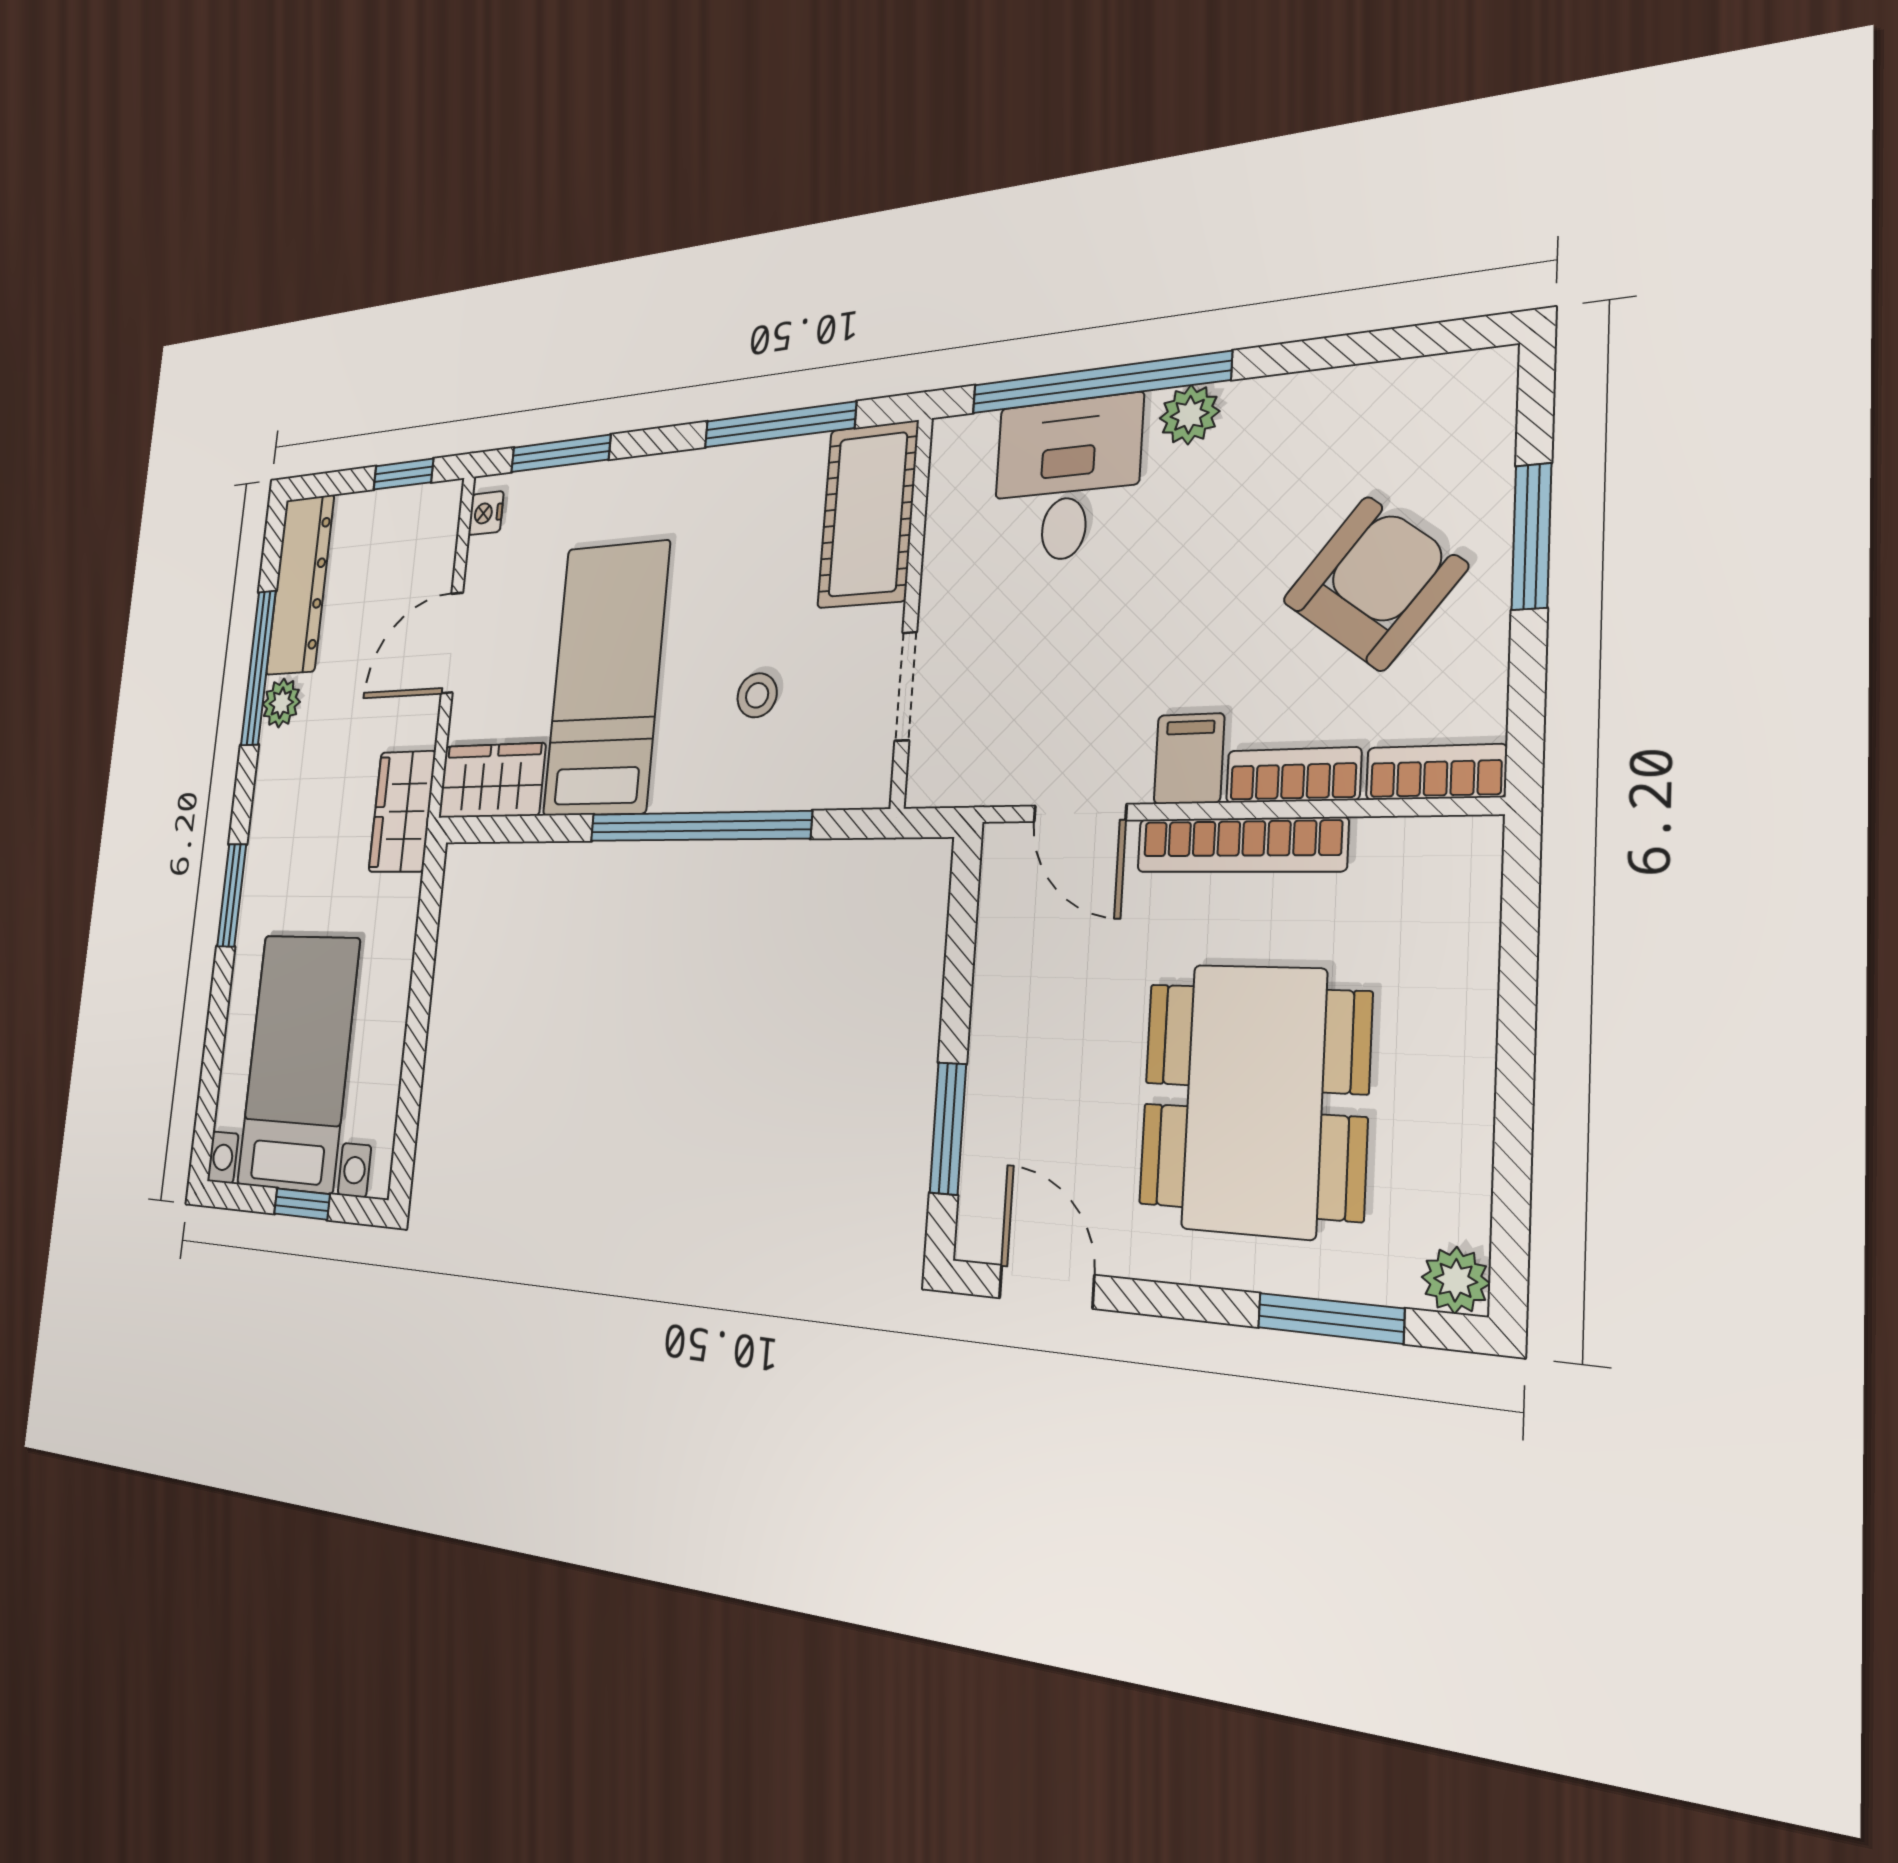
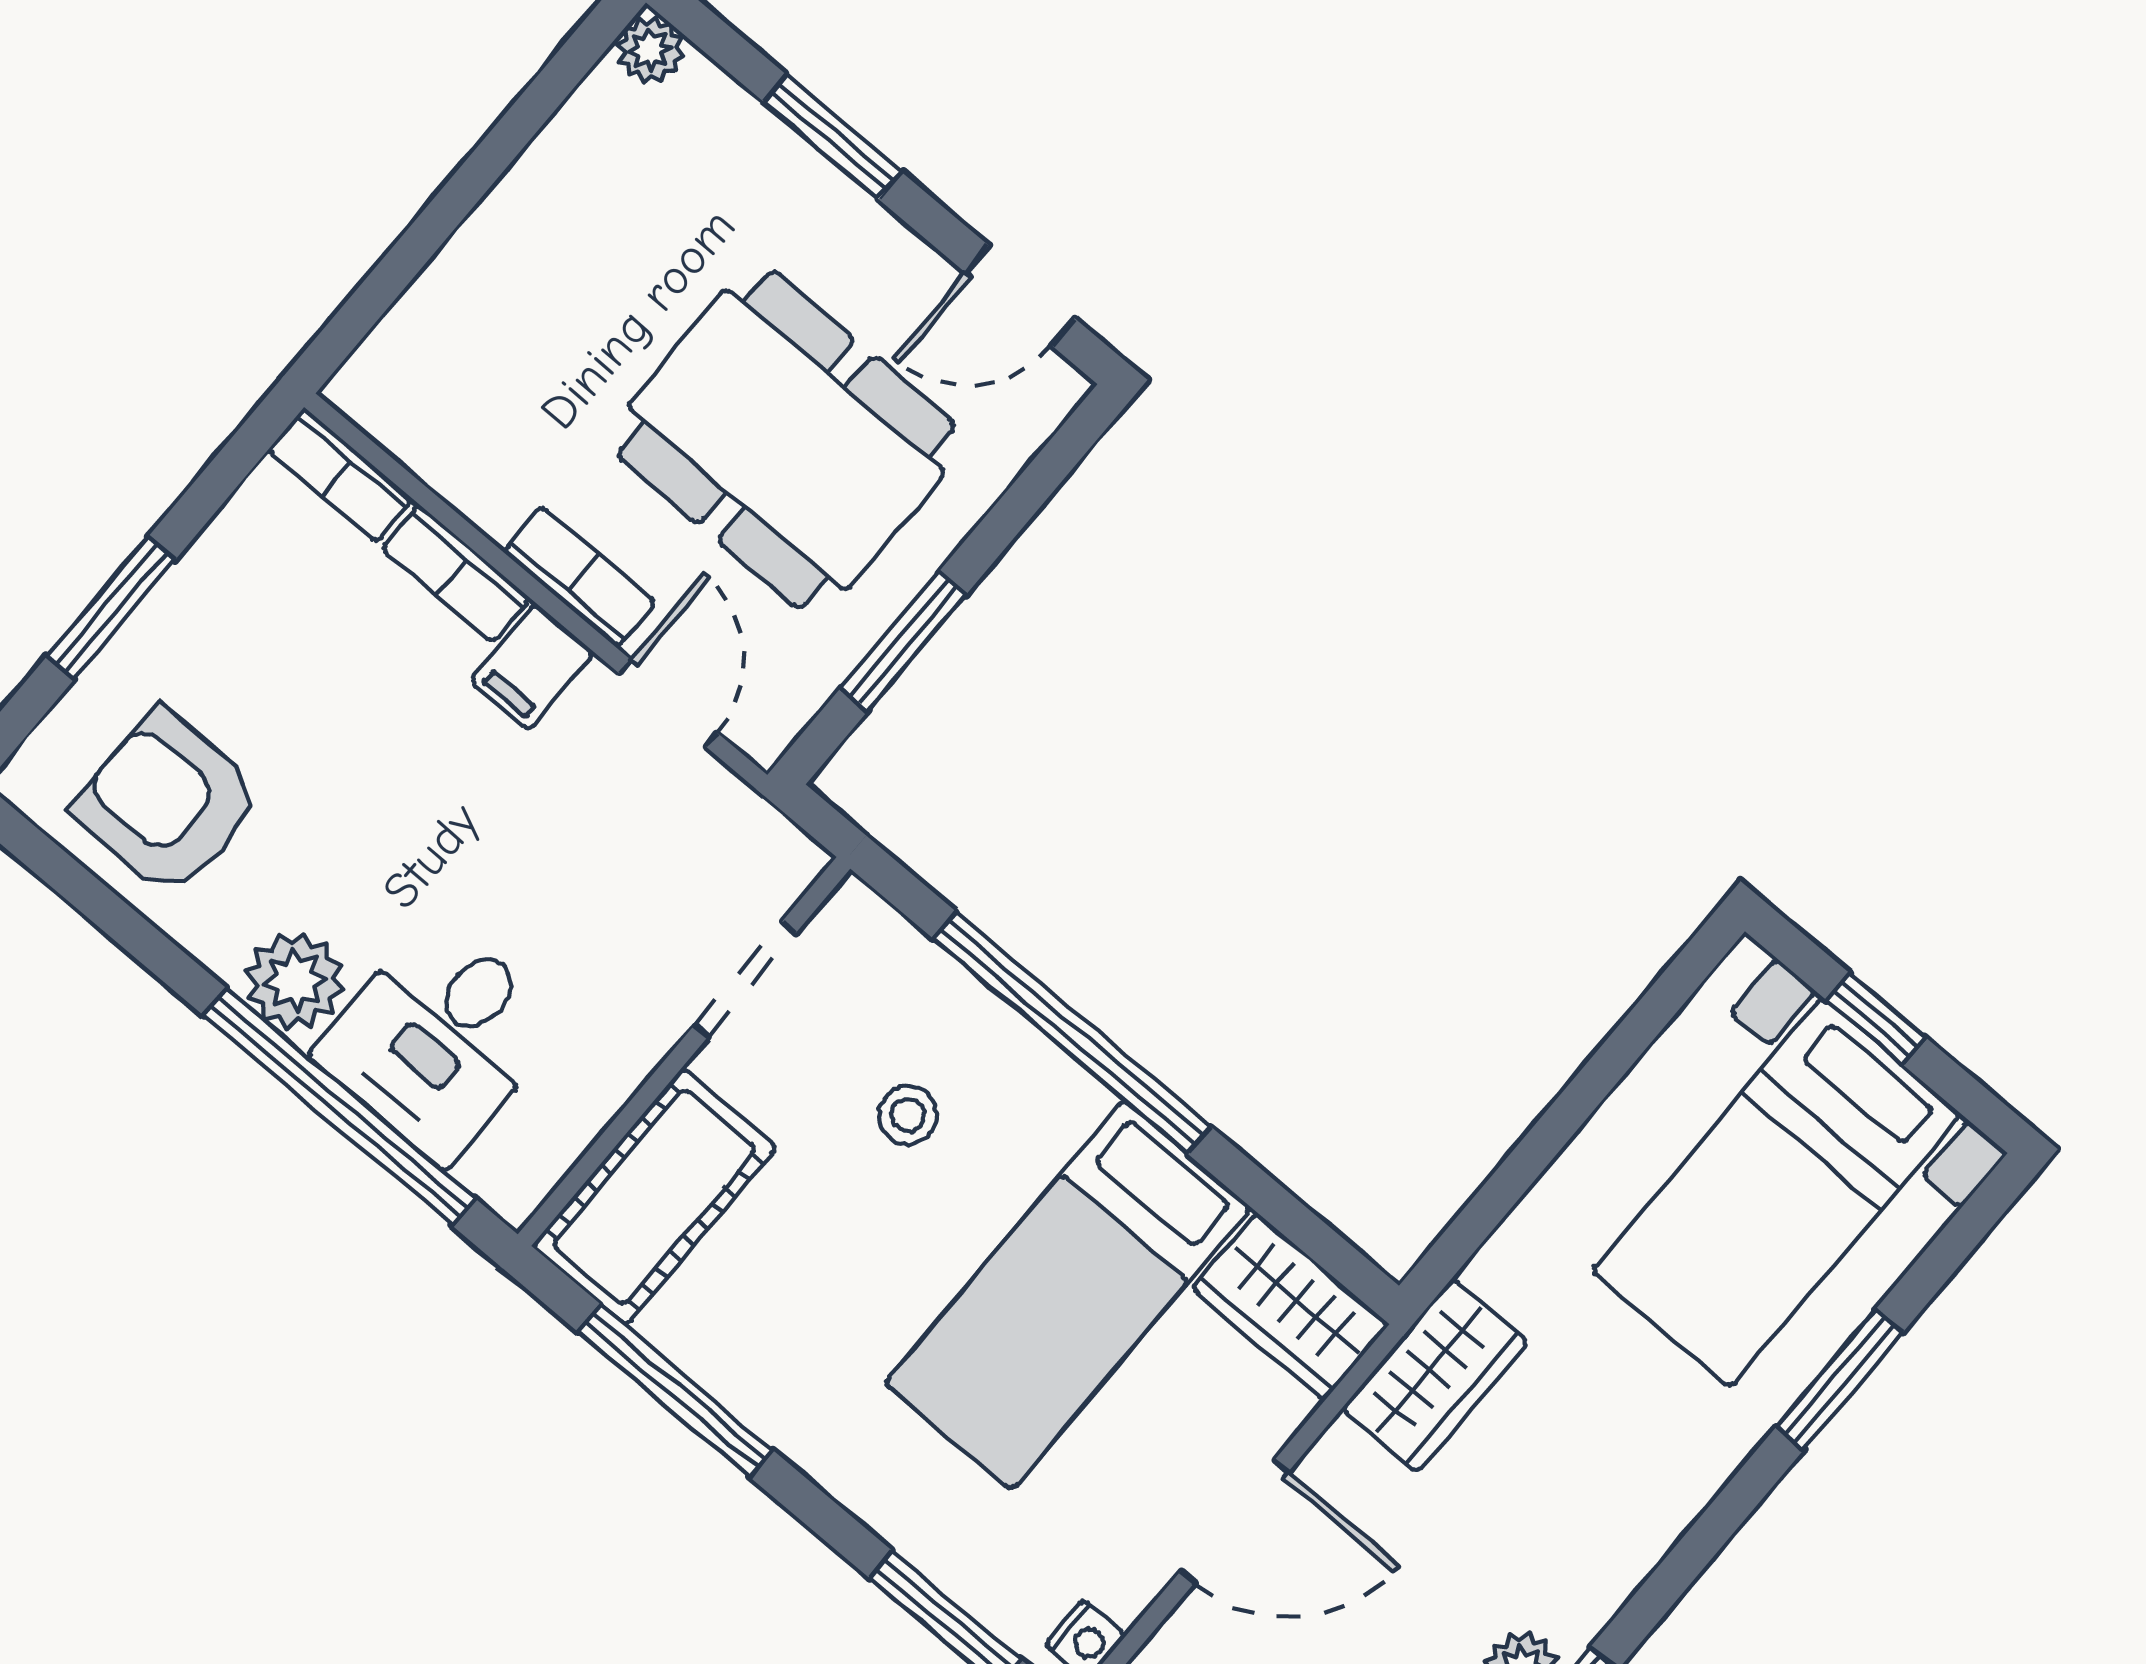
plant: (1190, 415) -> (295, 981), width x1.38, depth x1.38
armchair: (1374, 583) -> (167, 803), moved, turned 52
bookcase: (1241, 845) -> (579, 577), width x0.64
window: (232, 895) -> (1840, 1380), moved
dining table: (1254, 1100) -> (786, 440), moved, turned 90
window: (948, 1128) -> (903, 641), moved
door: (1046, 1287) -> (1020, 295), hinge flipped
window: (1330, 1318) -> (832, 137), moved

